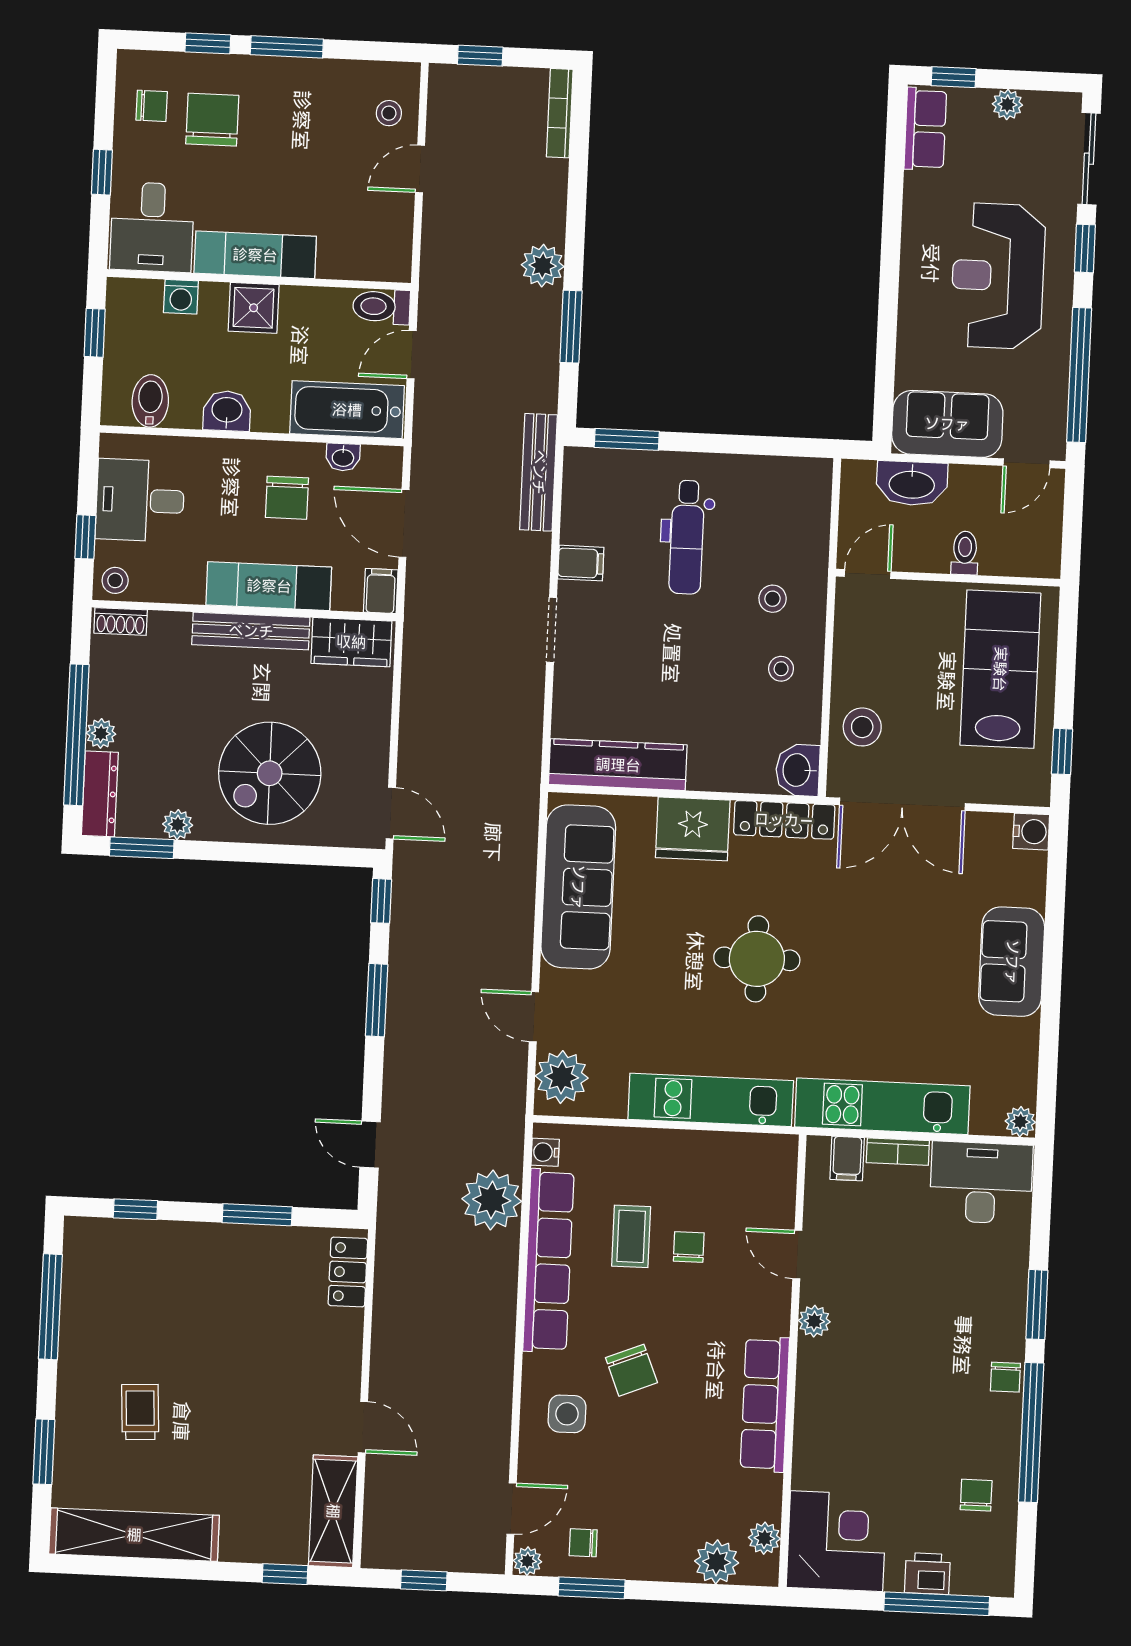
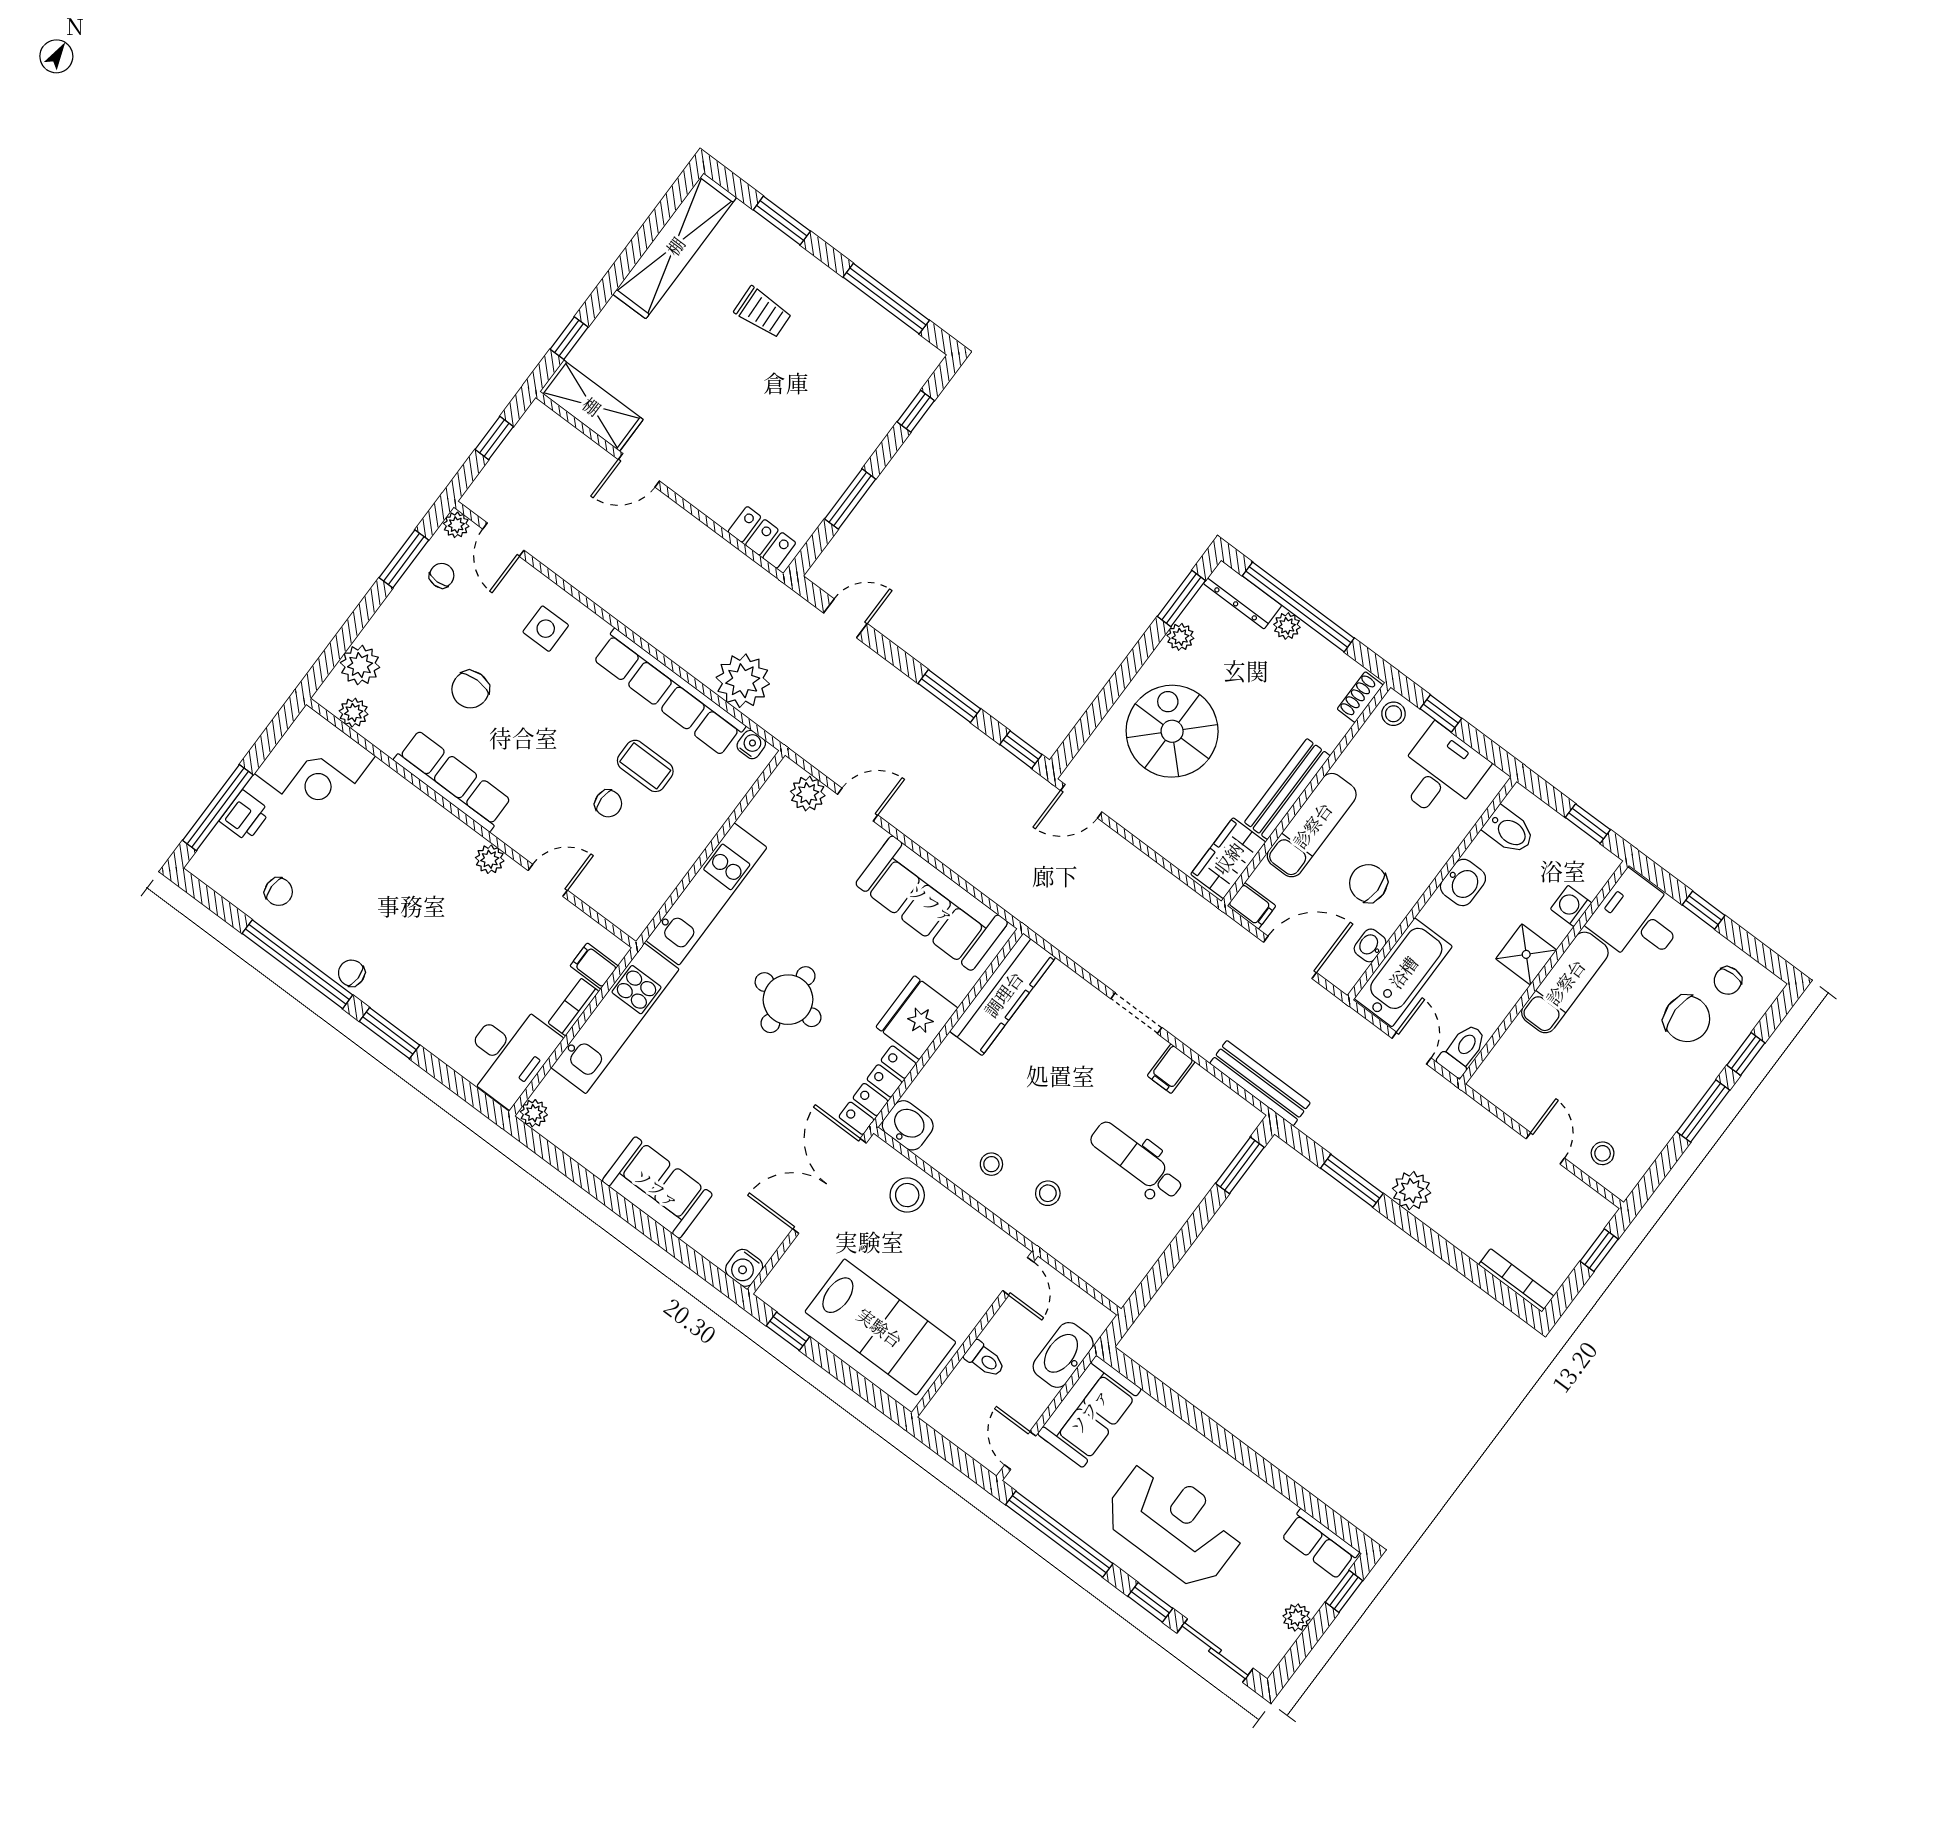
plant: (562, 1077) -> (808, 794), width x0.73, depth x0.73
chair: (631, 1370) -> (470, 689), moved, turned -68

